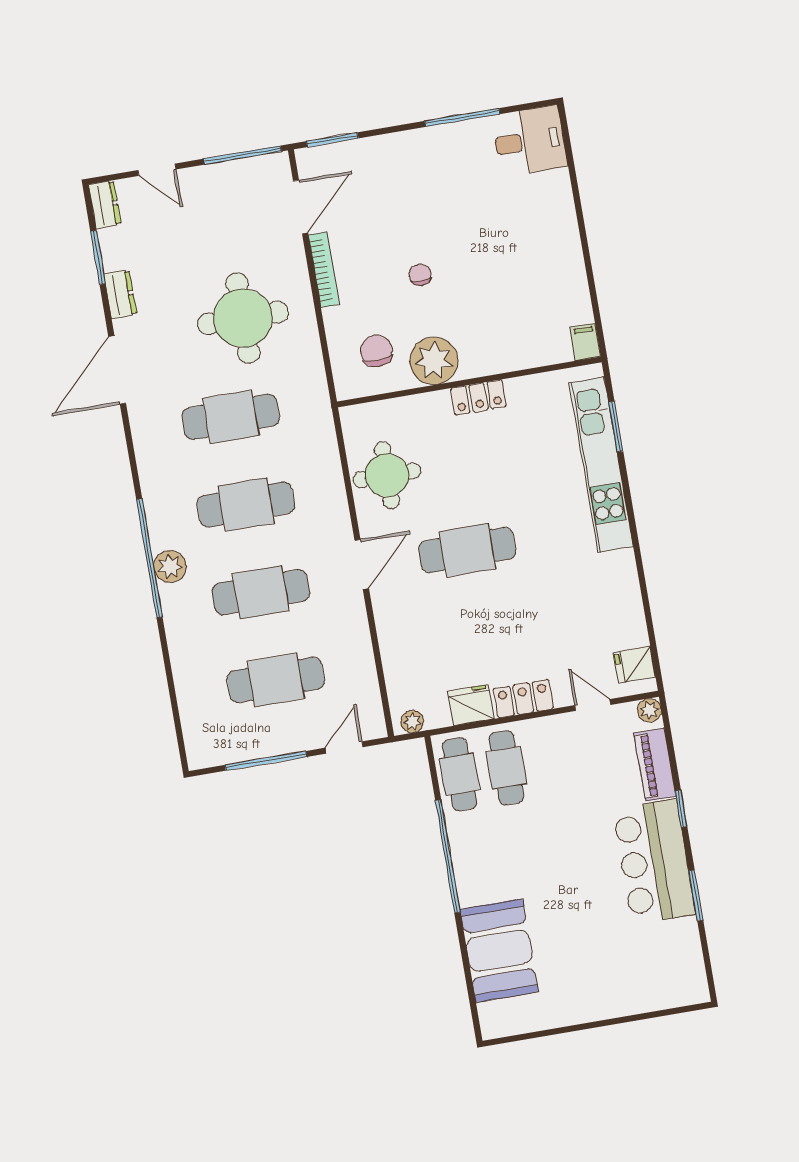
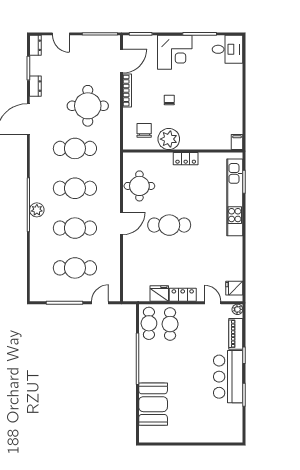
corner desk: (414, 167) -> (175, 52), added
plant: (412, 721) -> (132, 296), removed

